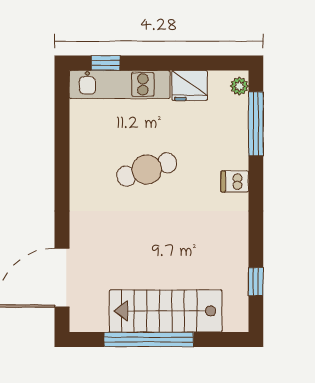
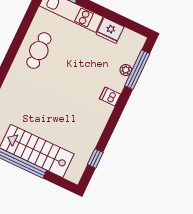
plant: (239, 86) -> (126, 70), moved
cafe table: (147, 170) -> (39, 51), moved, turned -72

